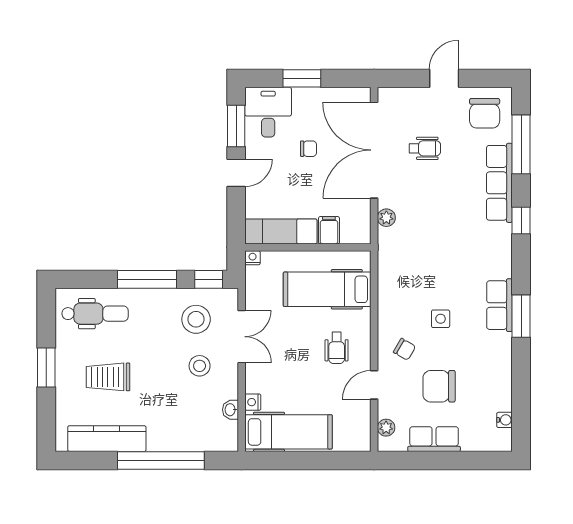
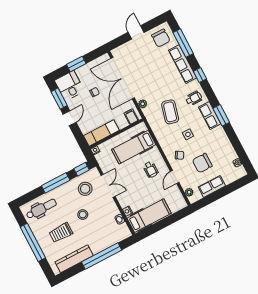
wheelchair: (425, 148) -> (194, 98), moved
filing cabinet: (329, 230) -> (131, 117), moved
coffee table: (429, 260) -> (170, 112), added
stool: (200, 366) -> (83, 215), moved
window: (46, 368) -> (33, 242), width x2.11

